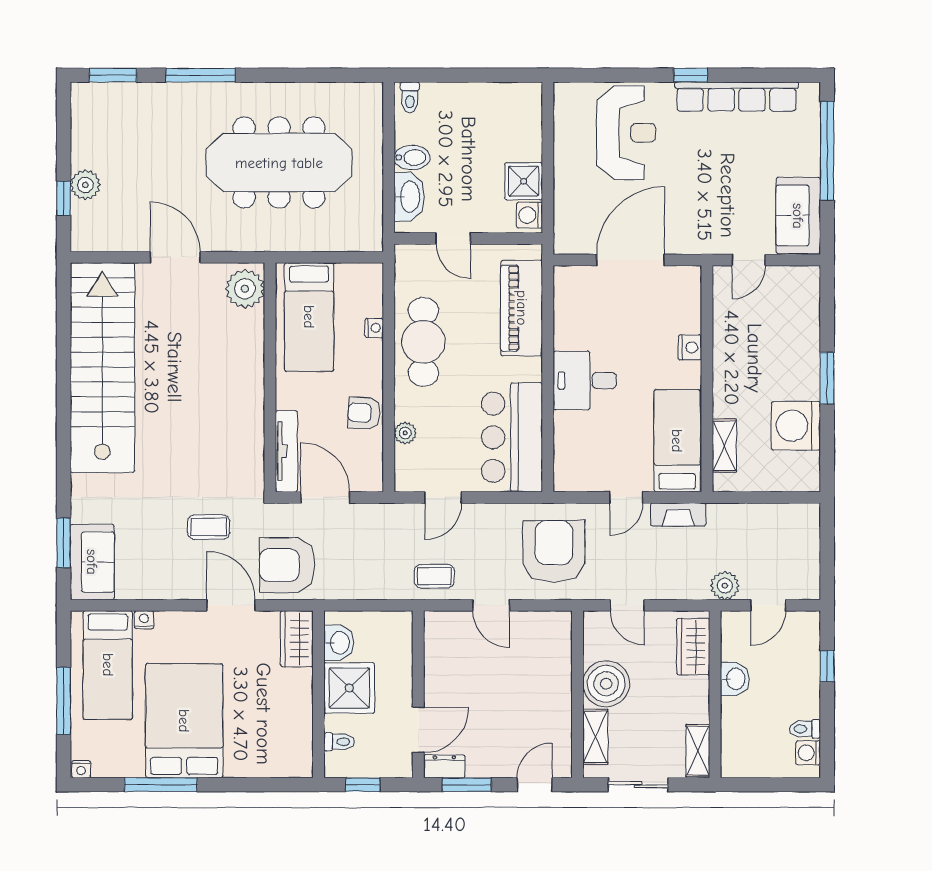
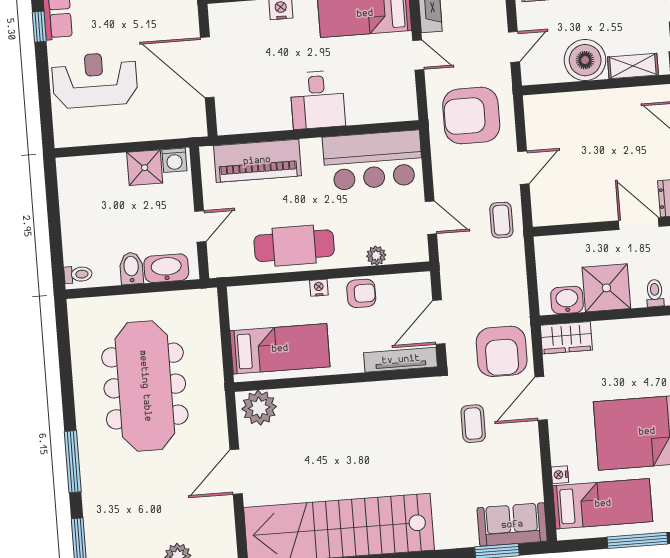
nightstand: (374, 328) -> (319, 288), moved
armchair: (364, 413) -> (361, 293), turned -93

